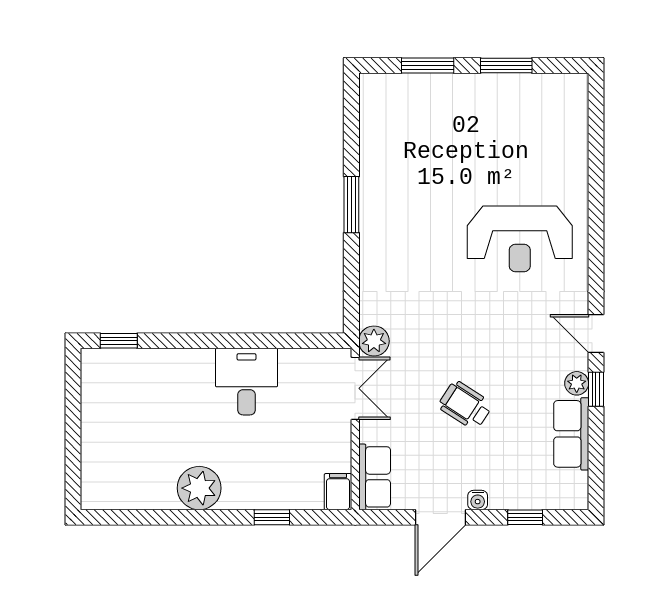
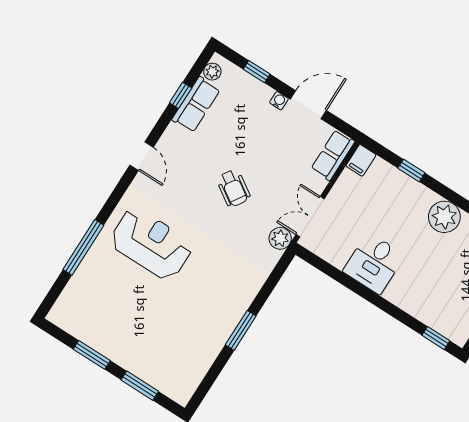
window: (596, 184) -> (83, 247), added
plant: (577, 383) -> (212, 72), moved
window: (596, 389) -> (181, 95), moved
wheelchair: (465, 405) -> (233, 188), moved

